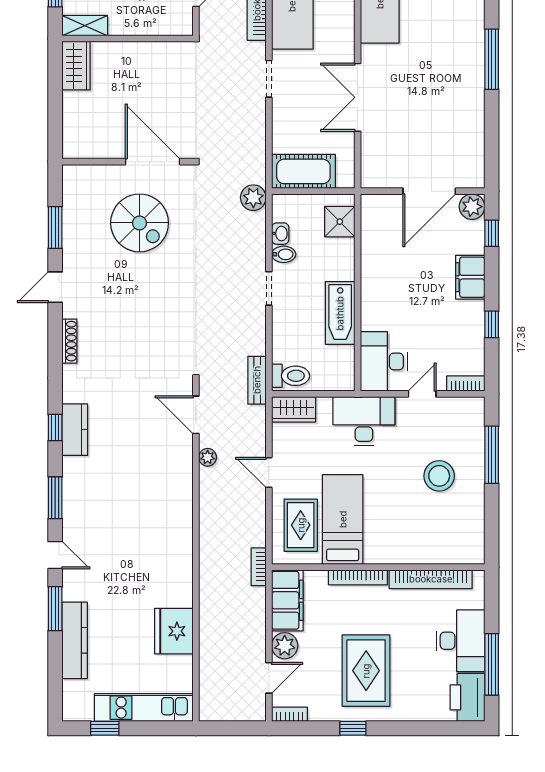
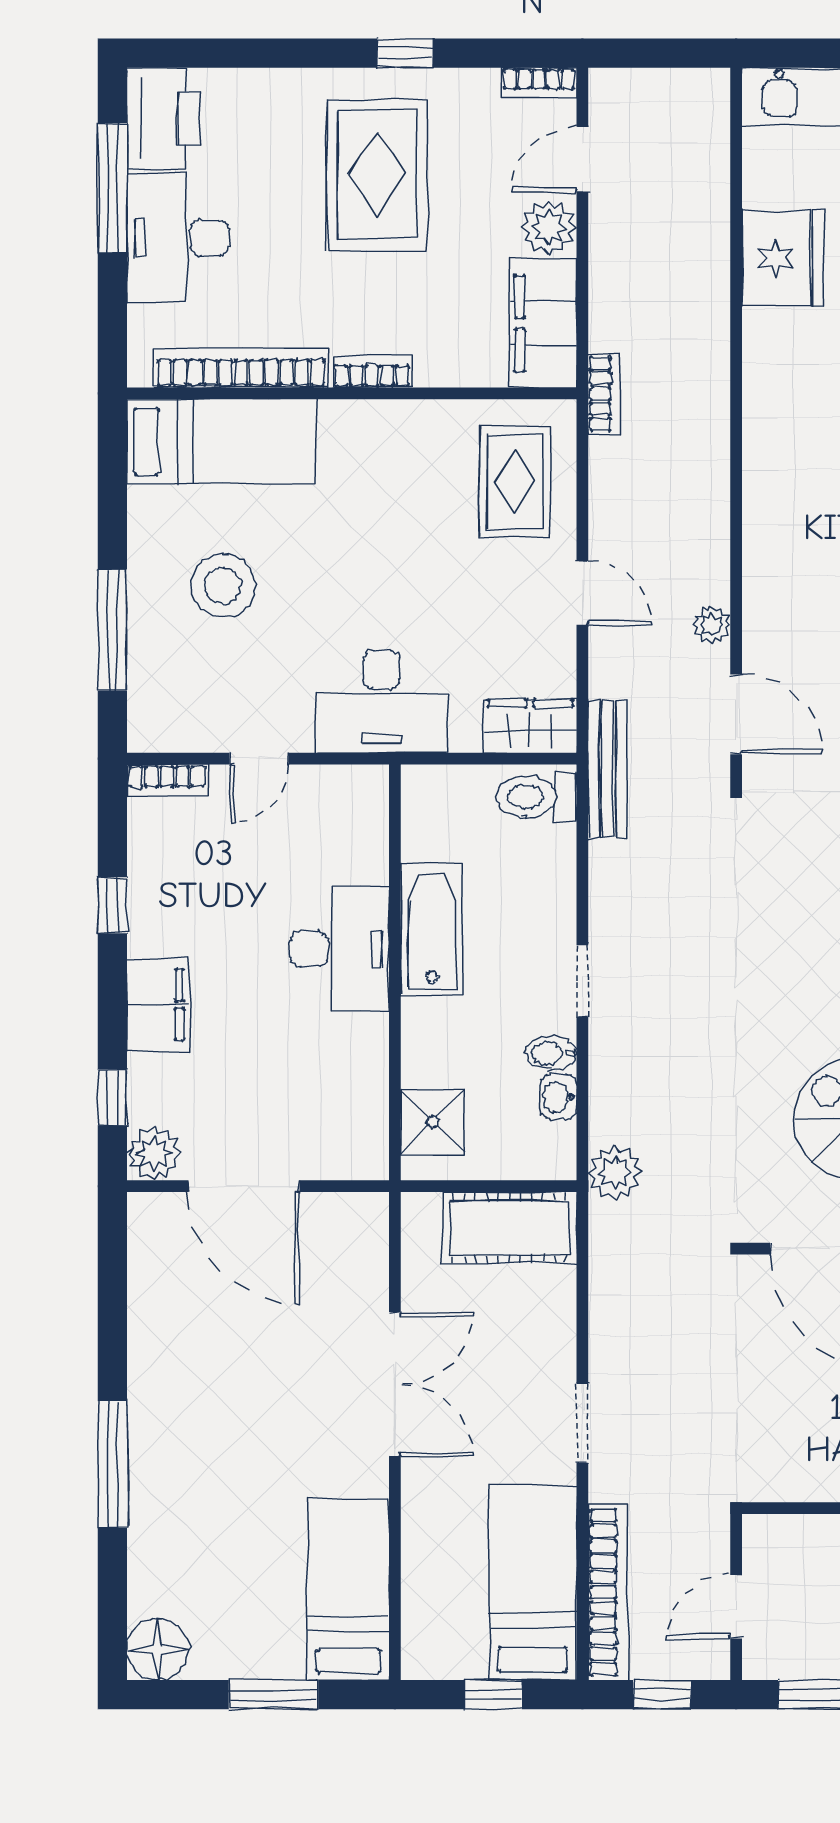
door: (429, 191) -> (244, 1186), swing flipped
desk: (384, 361) -> (340, 949), moved
bench: (257, 380) -> (607, 769), width x1.36
bed: (343, 519) -> (221, 442), moved, turned -90
bookcase: (358, 577) -> (372, 372), width x0.64

